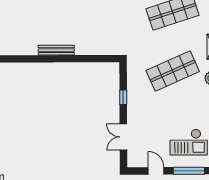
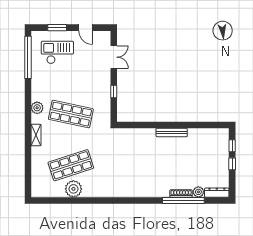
shop shelf: (173, 71) -> (71, 114), turned 36
window: (189, 171) -> (57, 28), width x0.69

